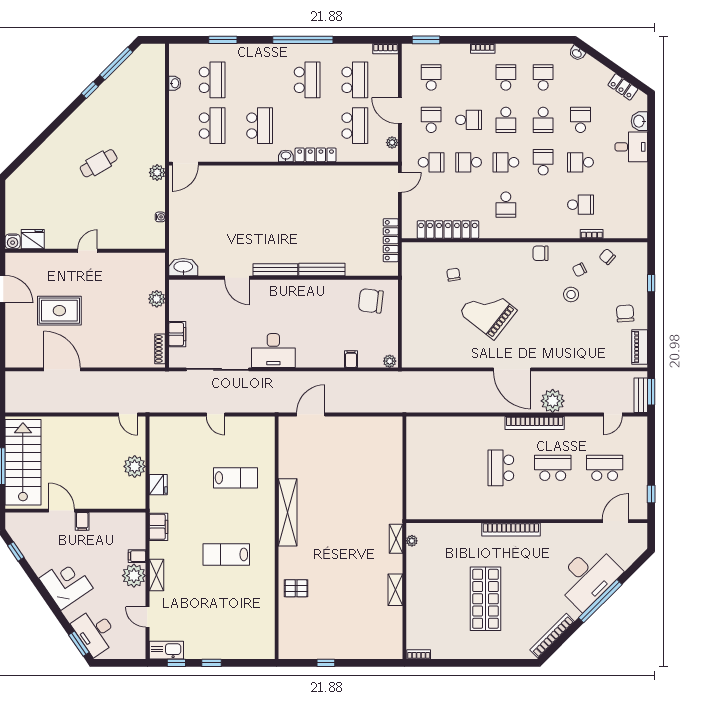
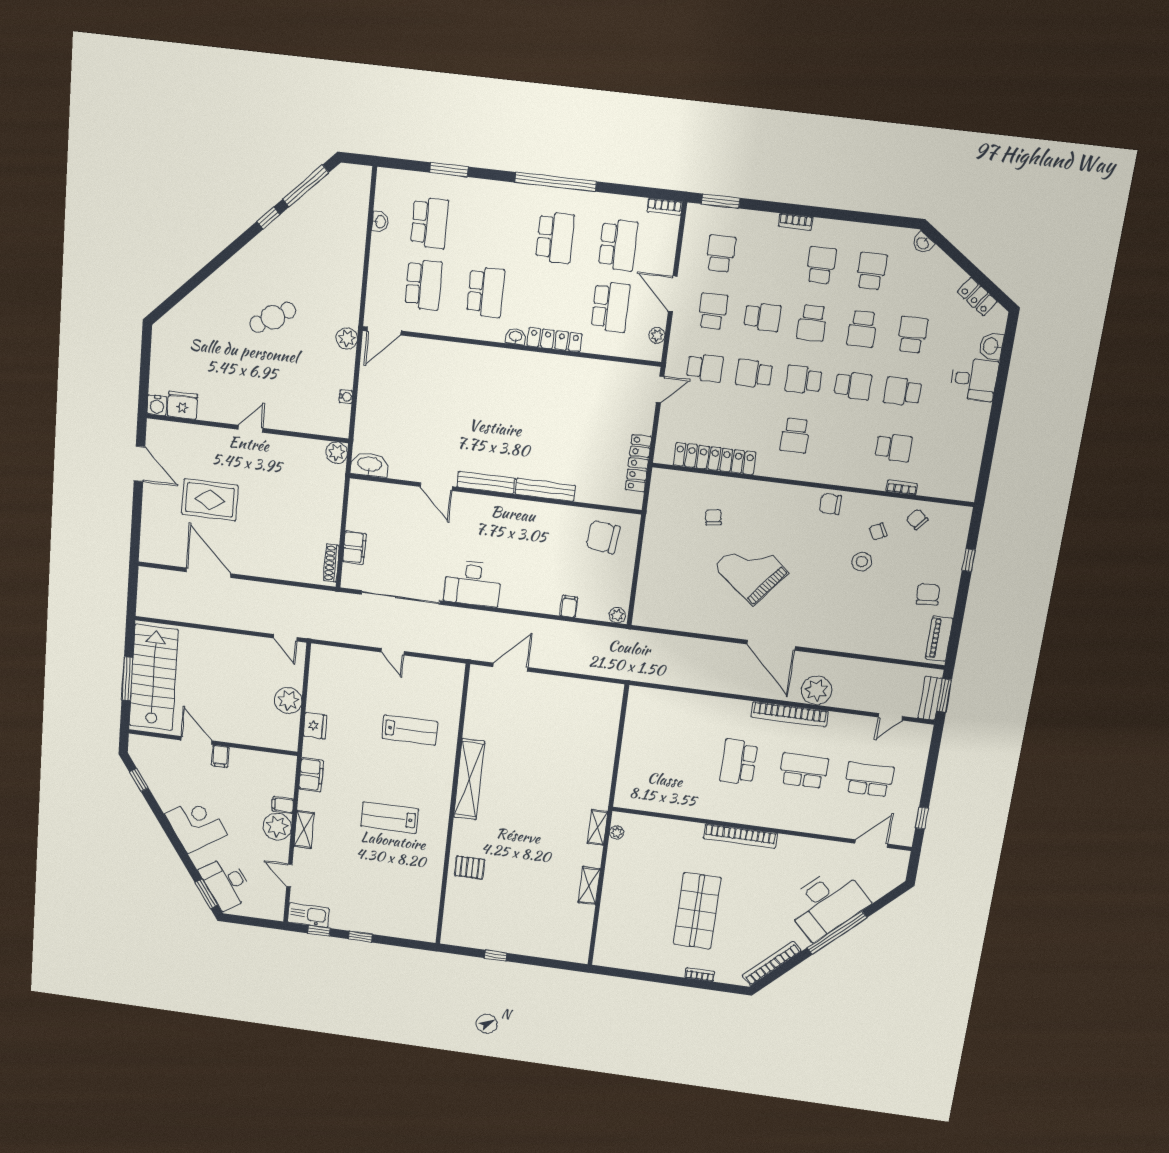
school desk: (543, 162) -> (853, 386), turned 90
plant: (157, 299) -> (337, 453), moved
bookcase: (419, 654) -> (700, 975), moved

